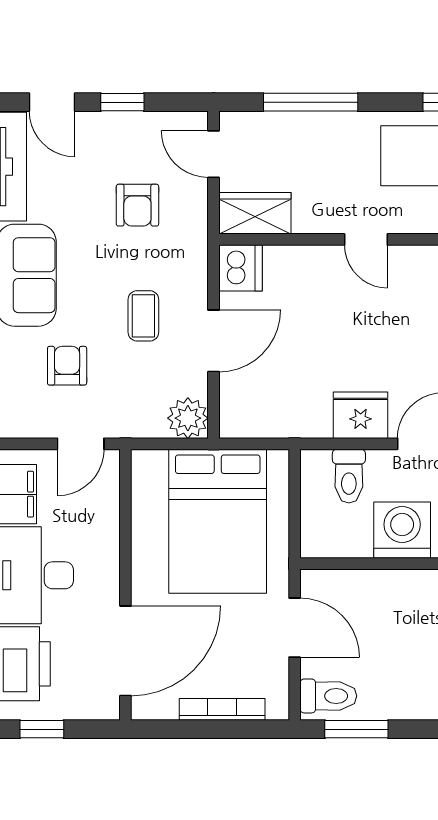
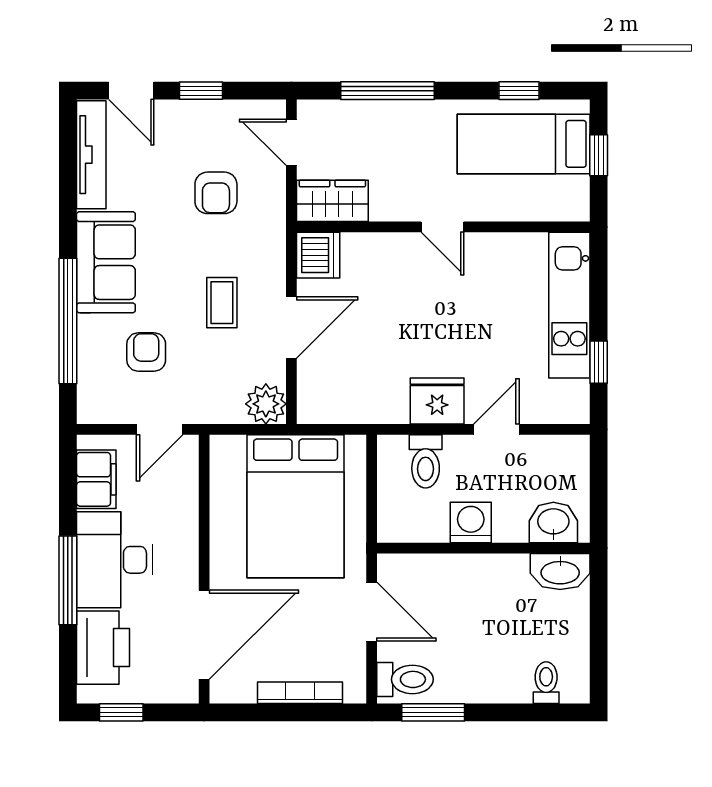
washing machine: (402, 530) -> (471, 523), width x0.73, depth x0.73

